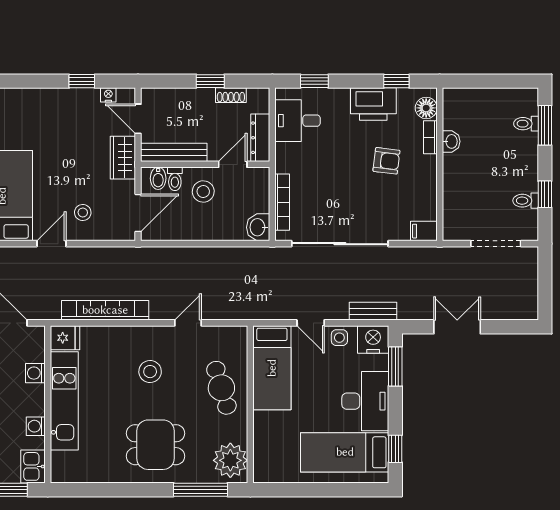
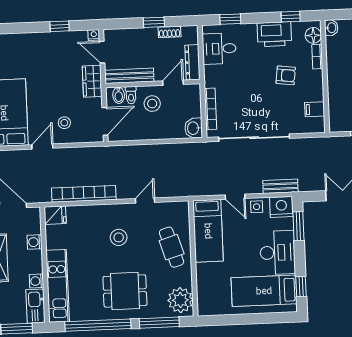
nightstand: (108, 95) -> (94, 35), moved
washbasin: (451, 141) -> (331, 28), moved
filing cabinet: (424, 231) -> (315, 109), moved
kitchen unit: (64, 401) -> (58, 286), moved
kitchen sink: (33, 466) -> (35, 306), width x1.38
window: (117, 490) -> (98, 325), added

